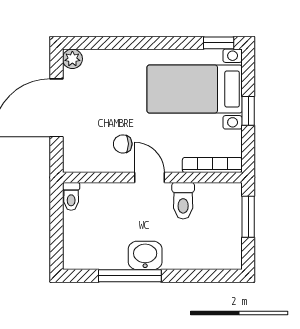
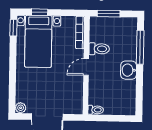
window: (248, 111) -> (40, 12), moved
chair: (123, 144) -> (68, 81), removed
window: (130, 276) -> (140, 47), moved

